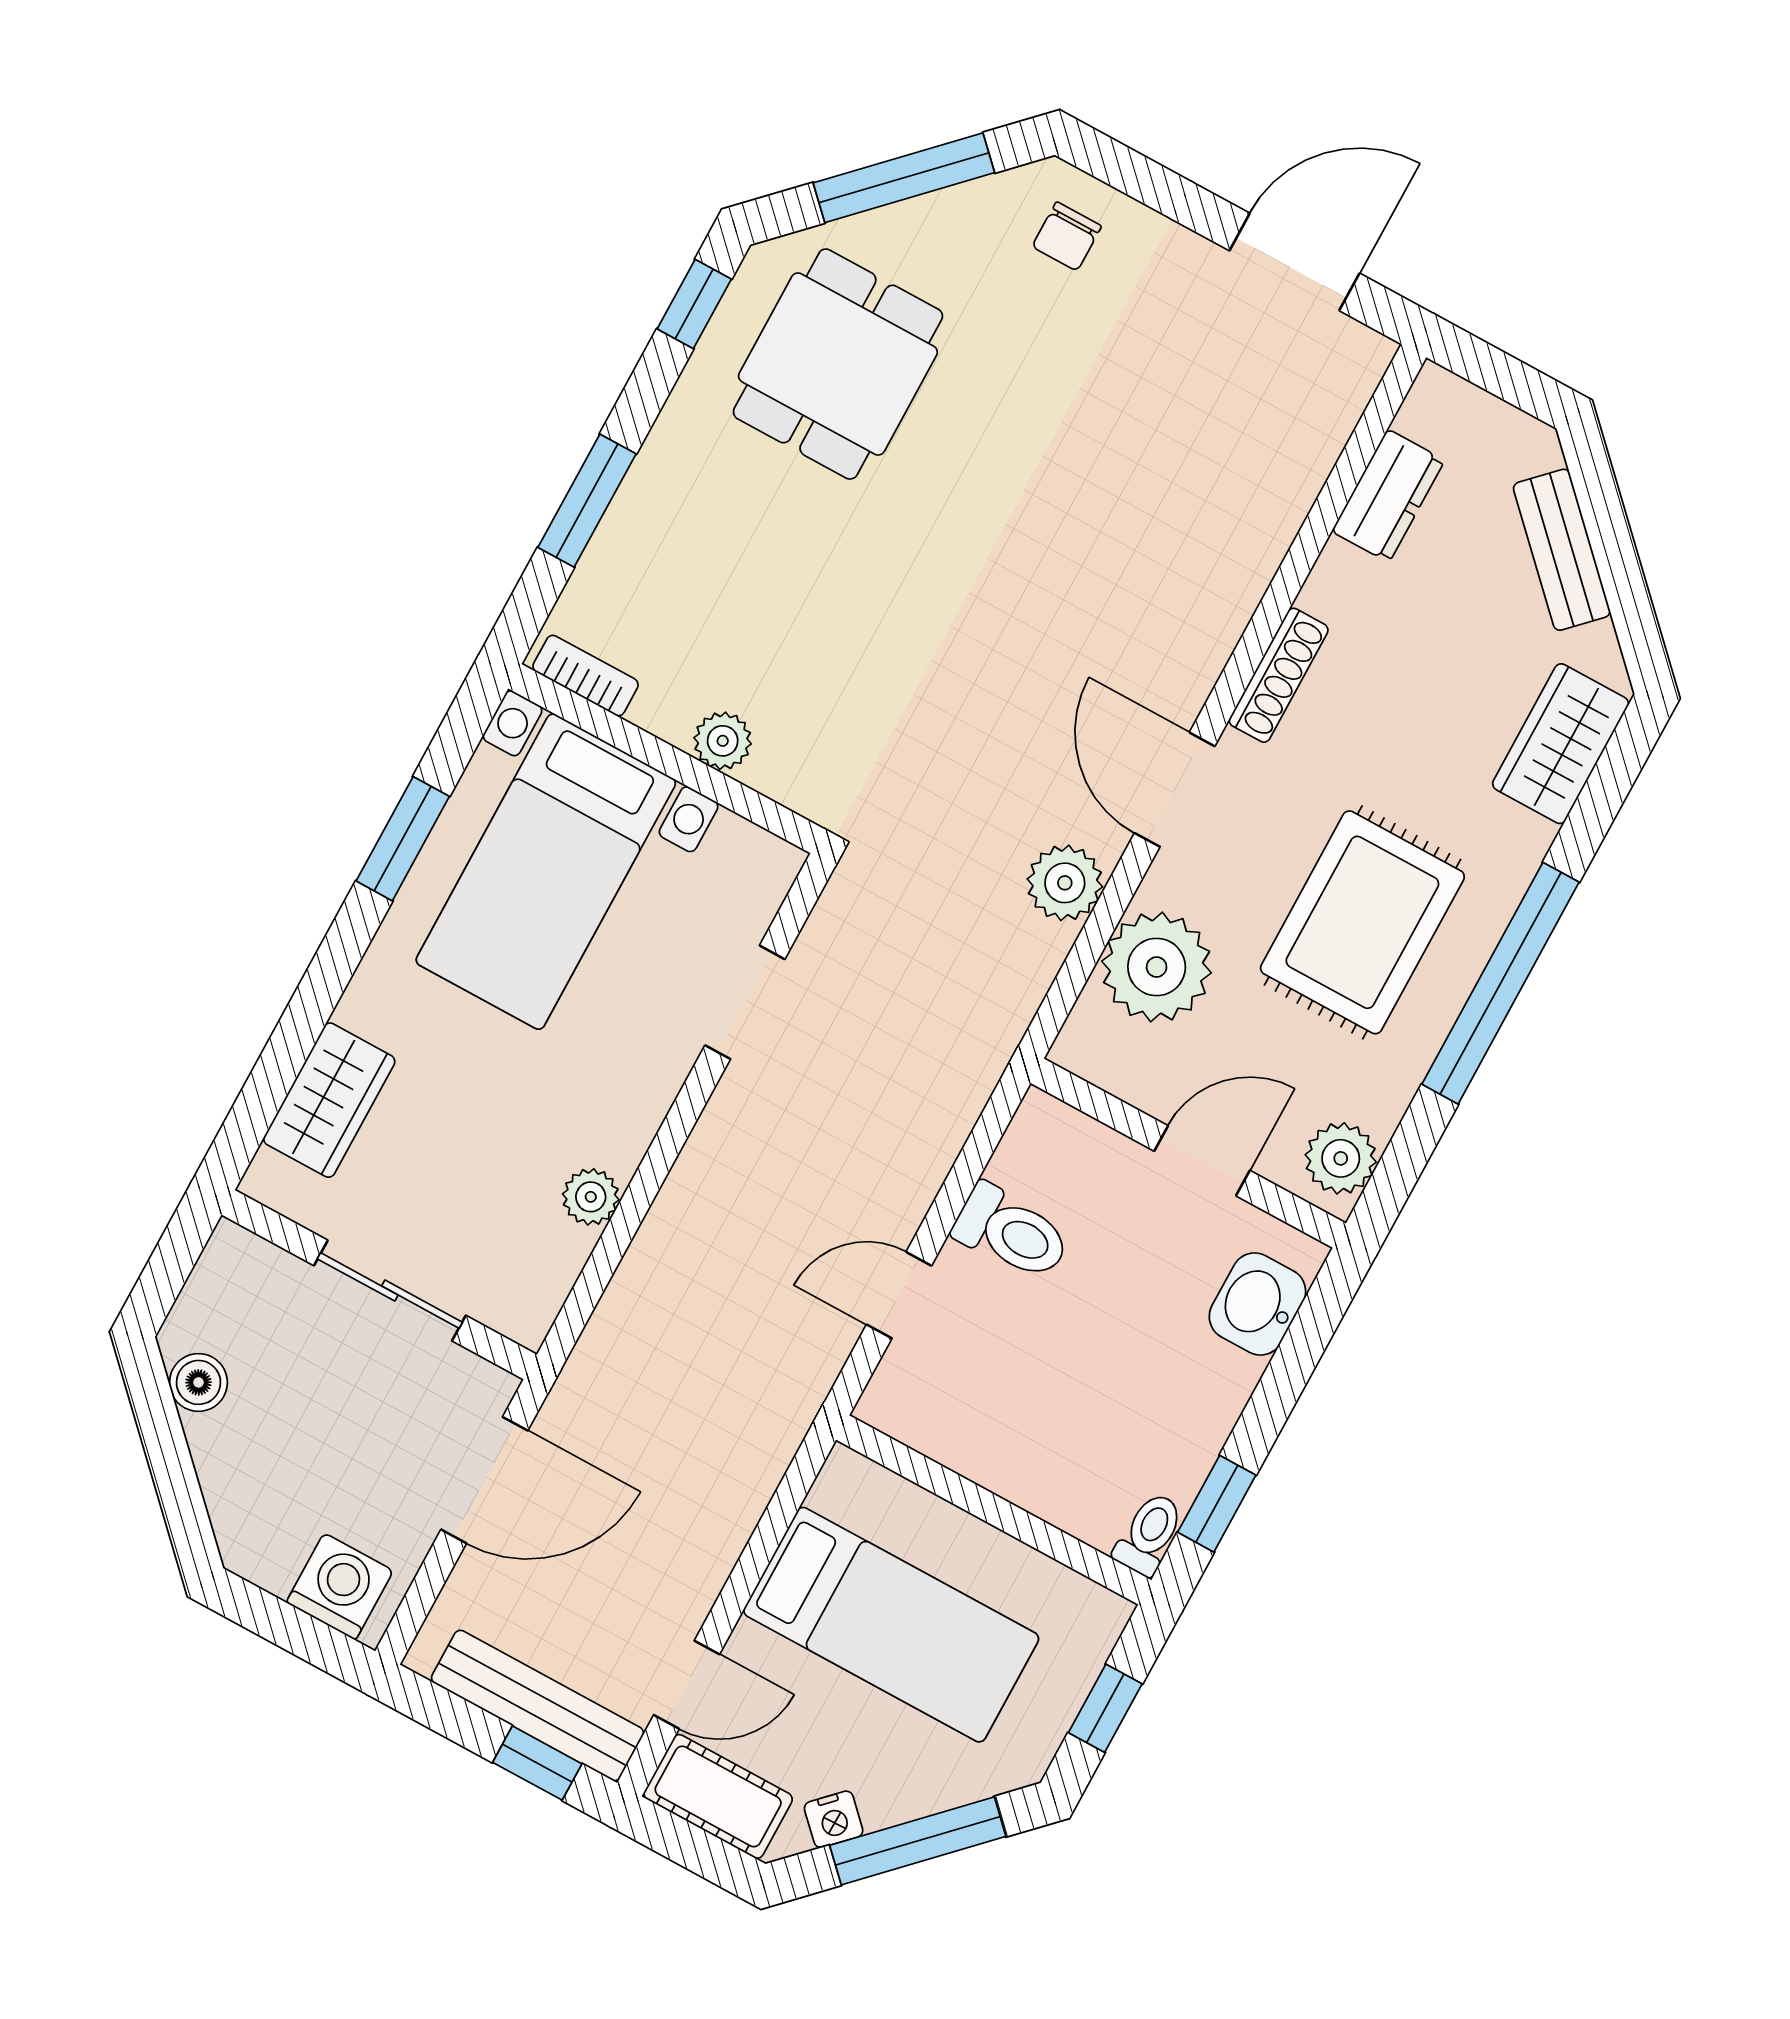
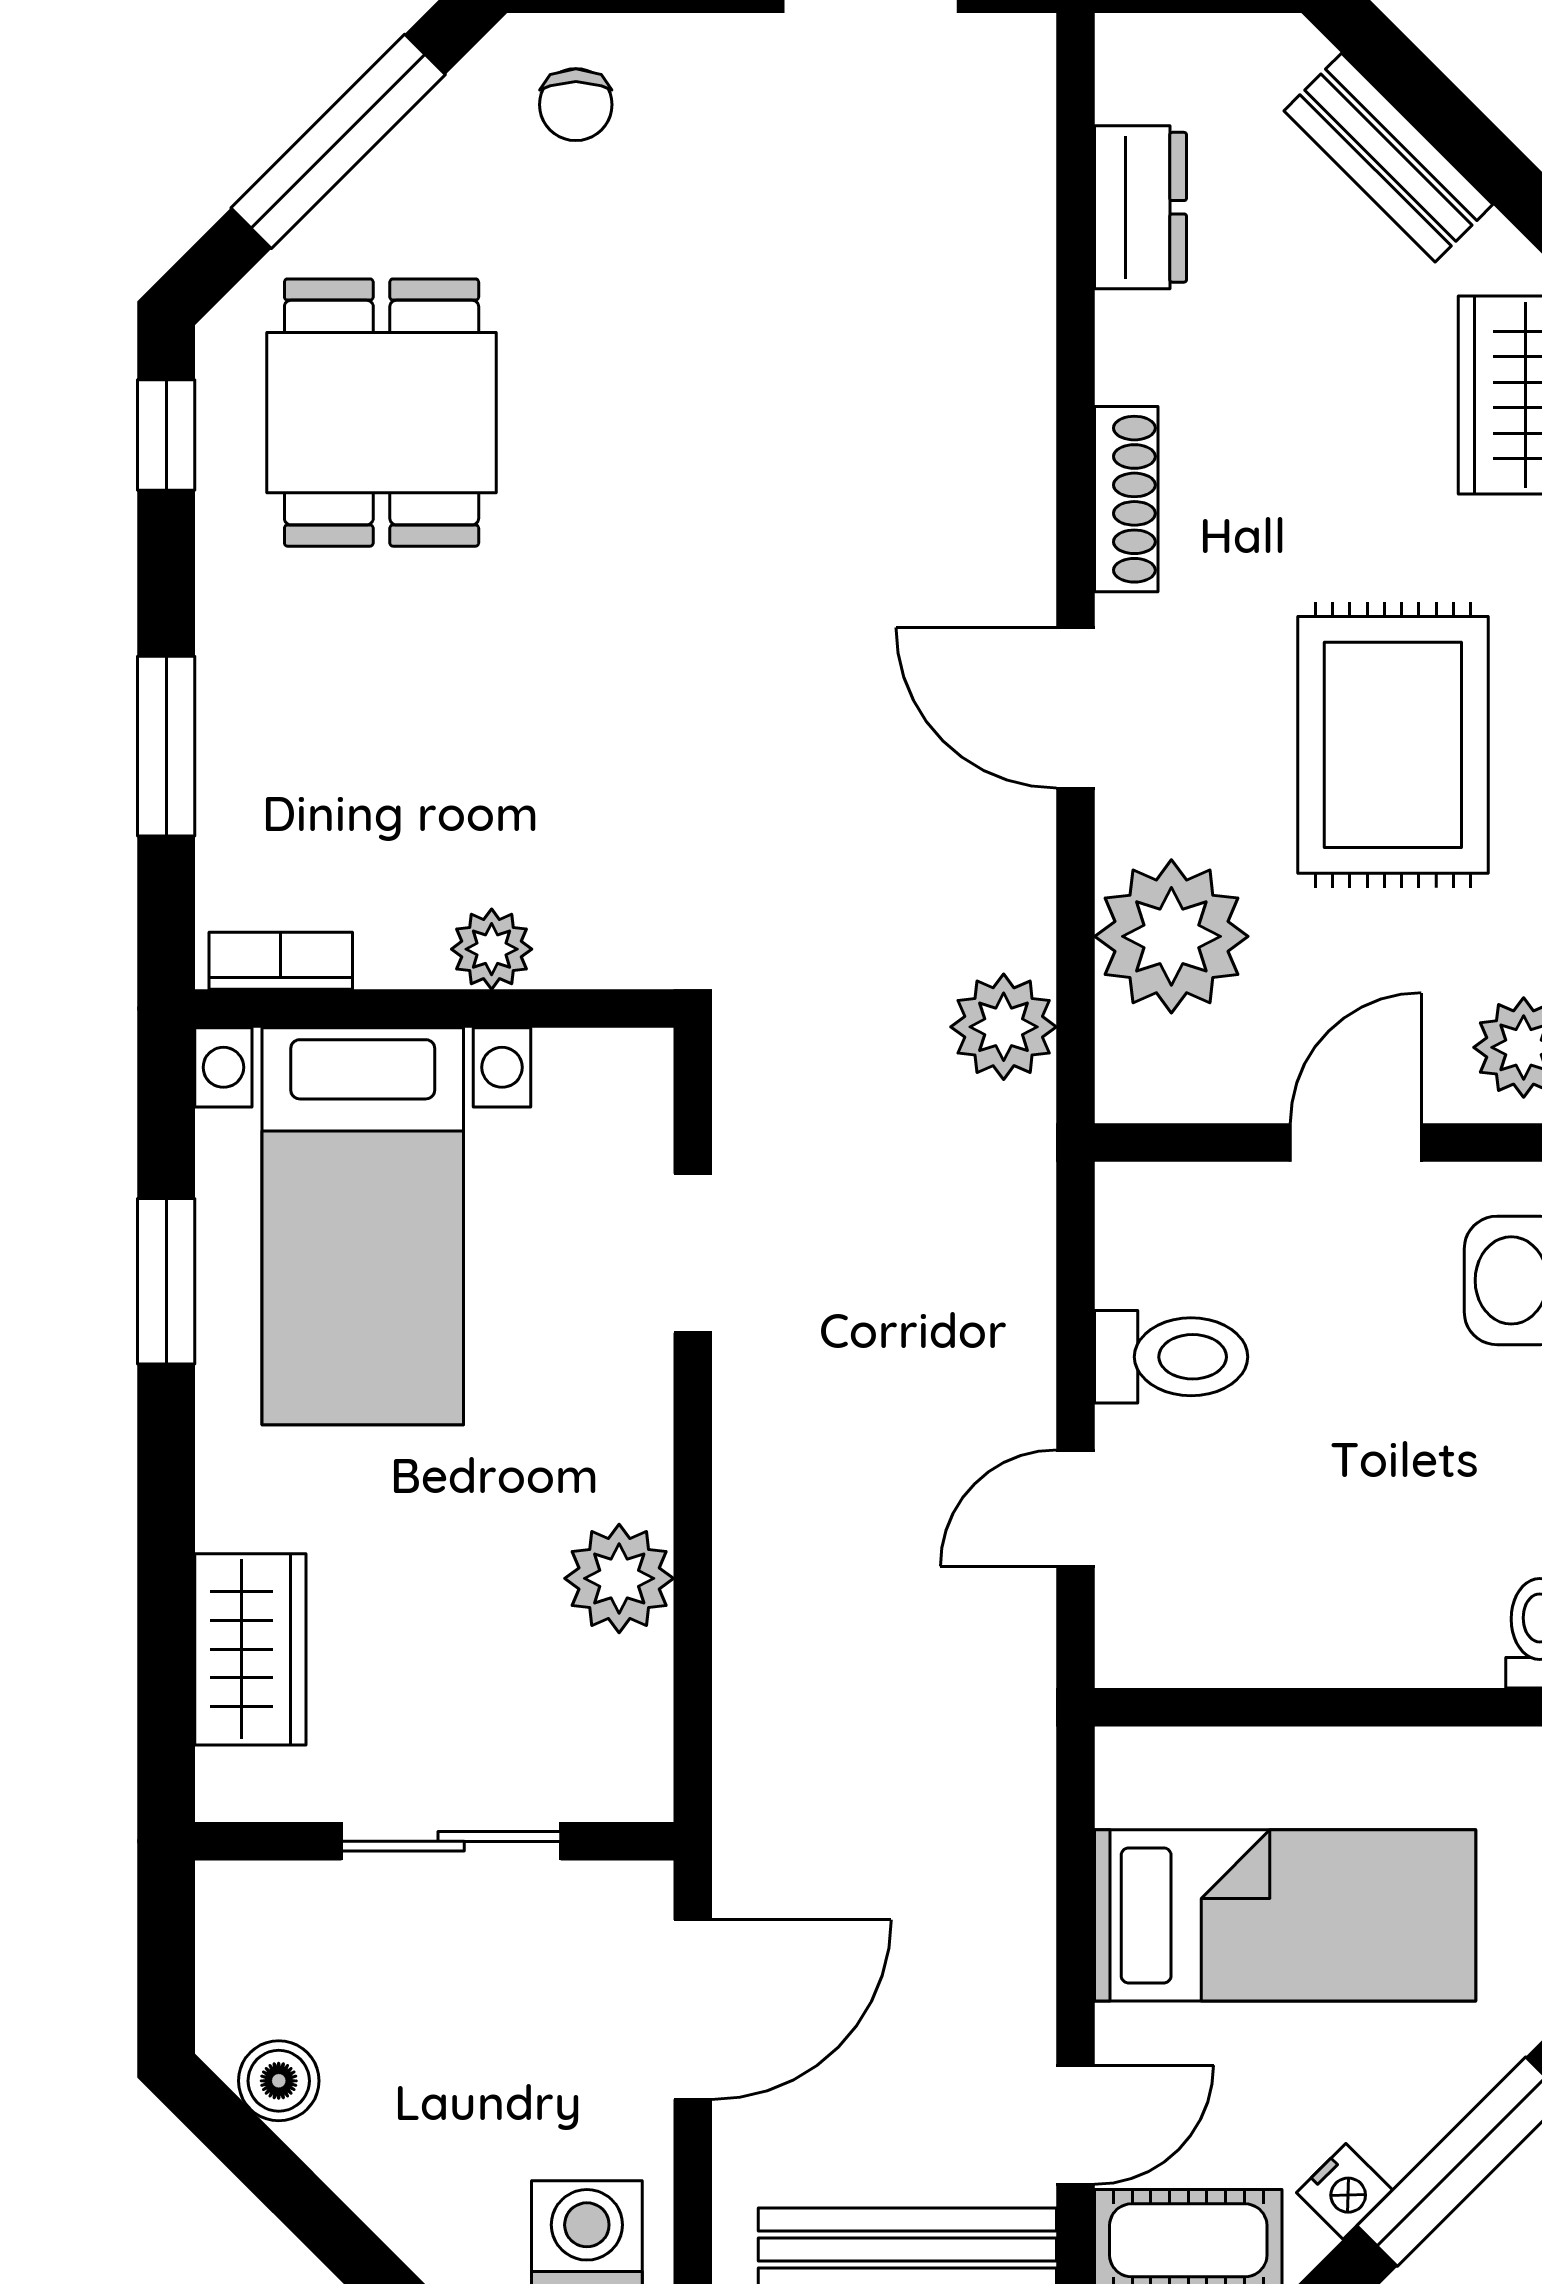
plant: (1065, 883) -> (1004, 1027), moved
plant: (591, 1197) -> (619, 1578), width x1.38, depth x1.38

